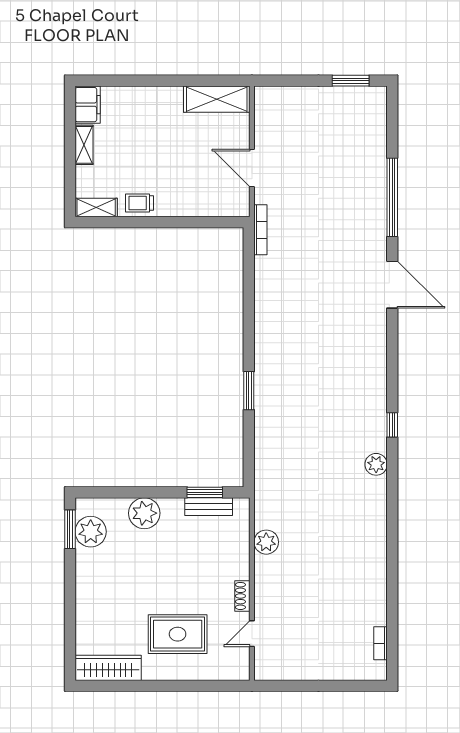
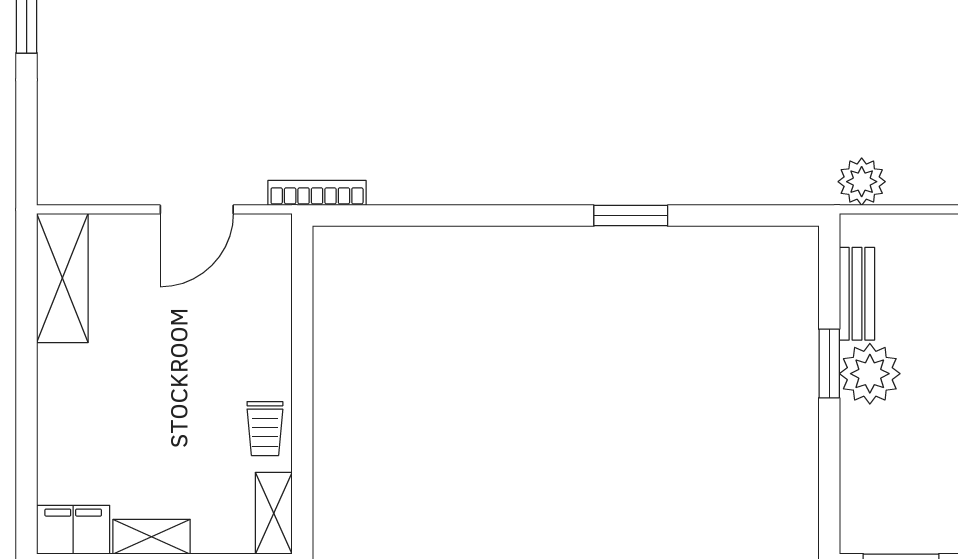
window: (205, 492) -> (829, 363), moved
plant: (144, 513) -> (870, 374), moved
plant: (91, 532) -> (906, 524), removed
plant: (266, 542) -> (862, 182), moved

